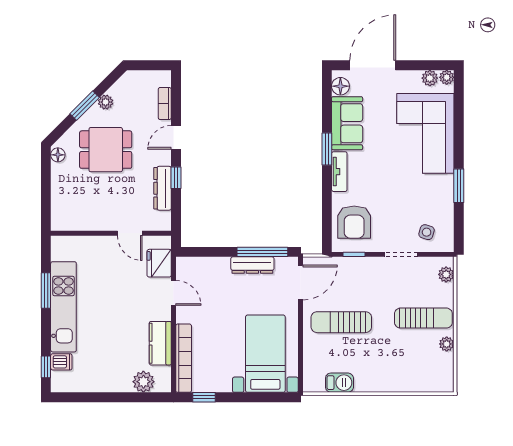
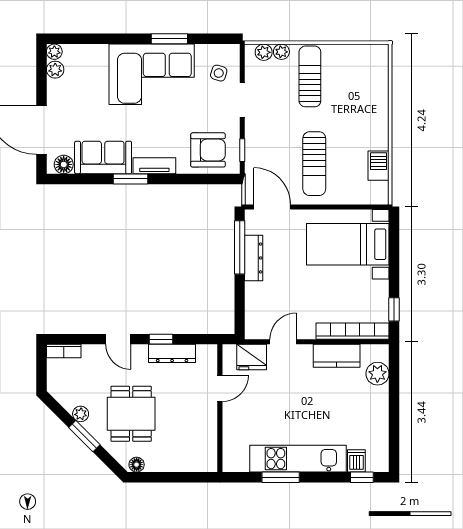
bookcase: (165, 104) -> (64, 351), moved
corner sofa: (425, 133) -> (152, 74), moved
plant: (447, 344) -> (281, 52), moved

